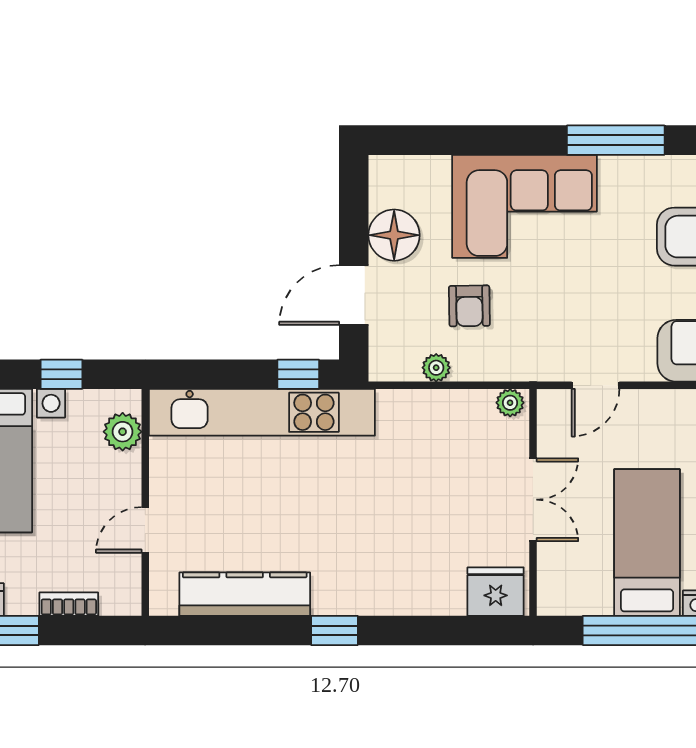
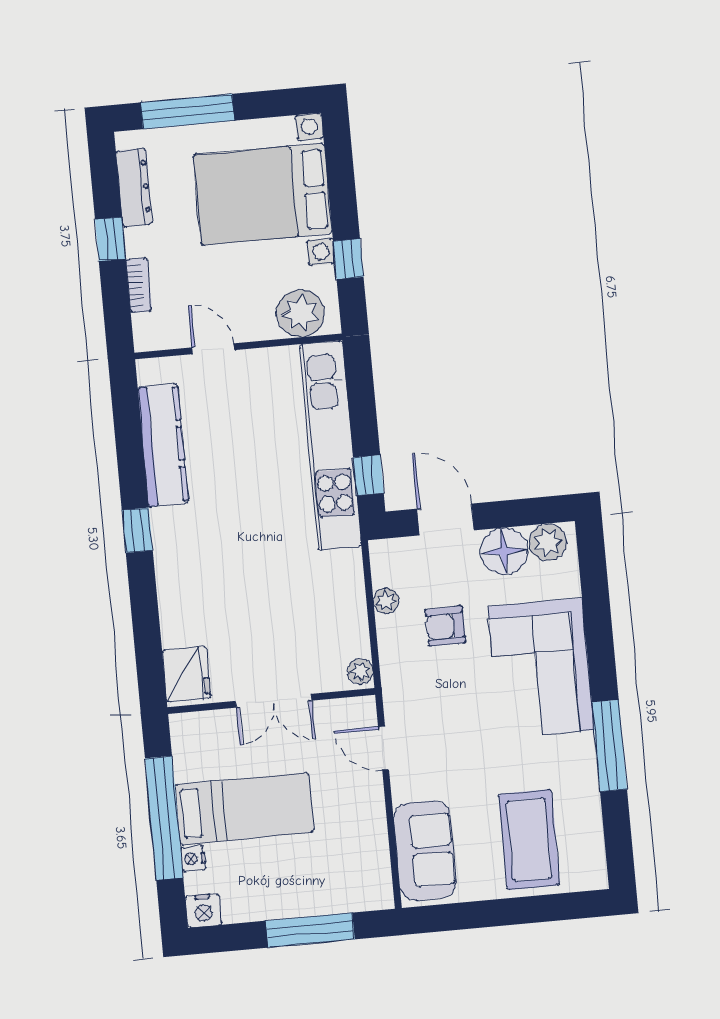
plant: (389, 186) -> (548, 542), added
plant: (123, 432) -> (300, 313), width x1.36, depth x1.36

